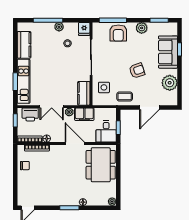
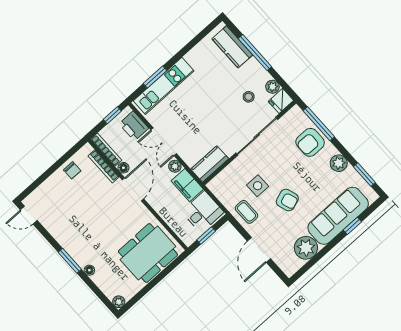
plant: (59, 27) -> (272, 87), moved
kitchen counter: (24, 45) -> (232, 47), moved, turned 90
sofa: (168, 52) -> (338, 216), width x1.36
side table: (104, 87) -> (258, 186), moved
door: (149, 107) -> (259, 250), hinge flipped
desk: (106, 131) -> (203, 212), moved, turned 180
door: (75, 144) -> (133, 189), moved

